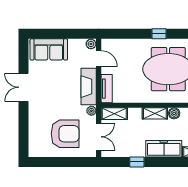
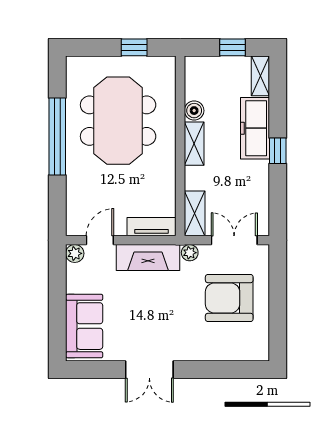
window: (159, 34) -> (57, 137), width x3.17
armchair: (65, 134) -> (229, 298), turned -90
window: (137, 162) -> (278, 151), moved

